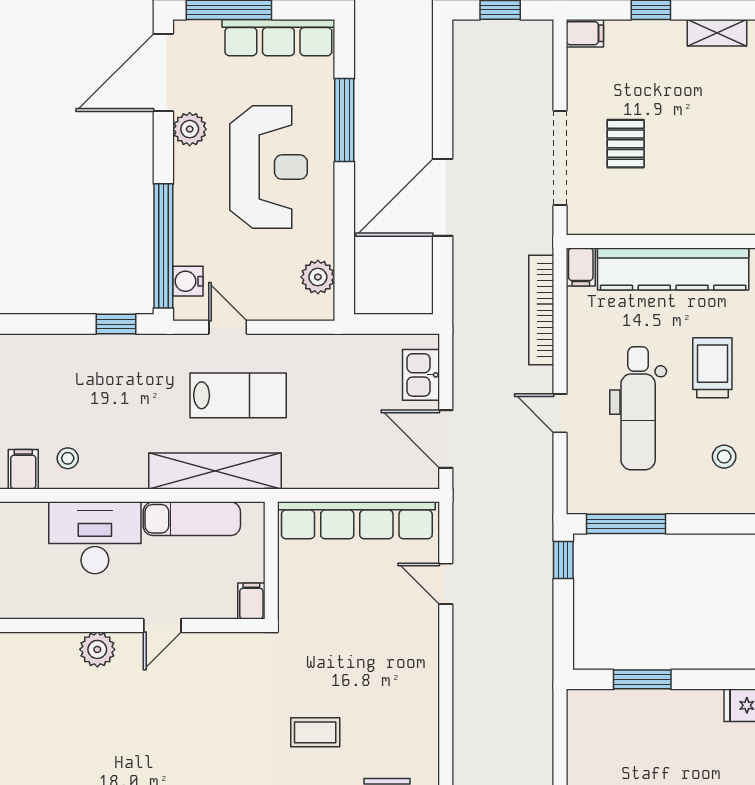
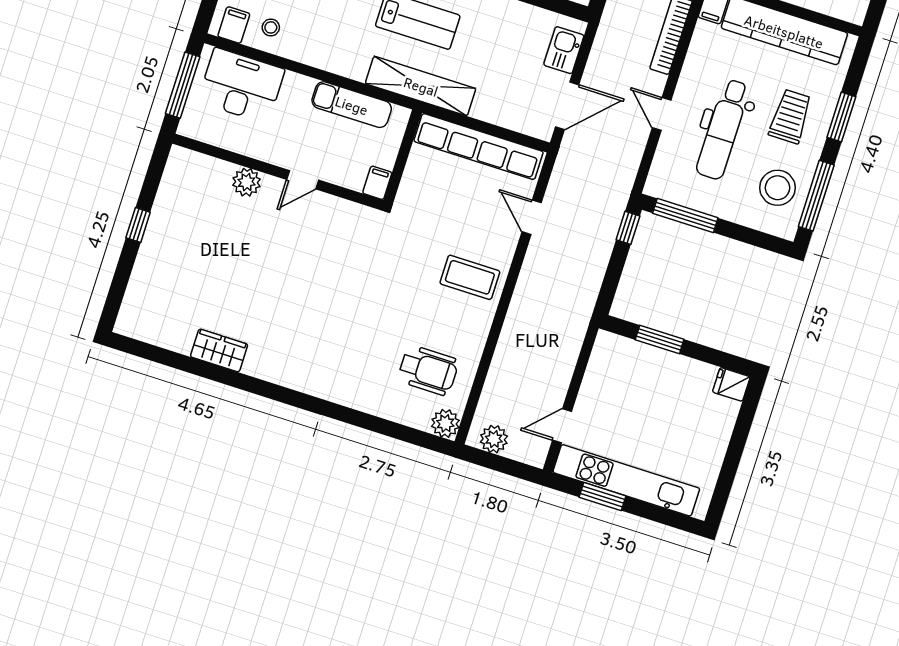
door: (446, 439) -> (567, 106), swing flipped
stool: (724, 457) -> (778, 188), width x1.89, depth x1.89
shelving: (215, 471) -> (421, 86), moved
desk: (95, 538) -> (241, 86), moved
coffee table: (315, 732) -> (470, 277), moved, width x1.36, depth x1.30

